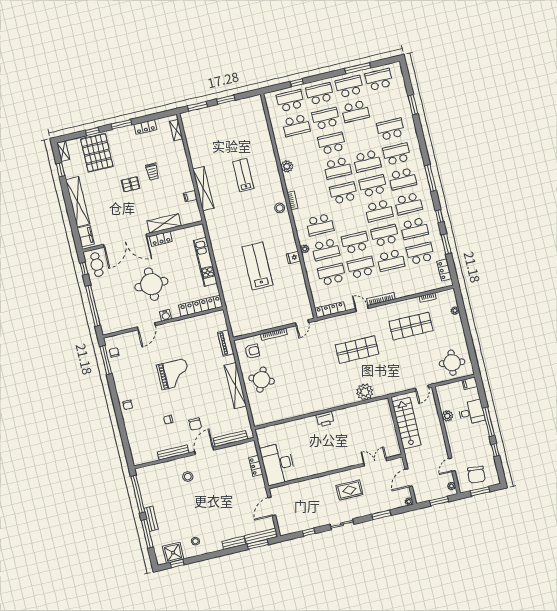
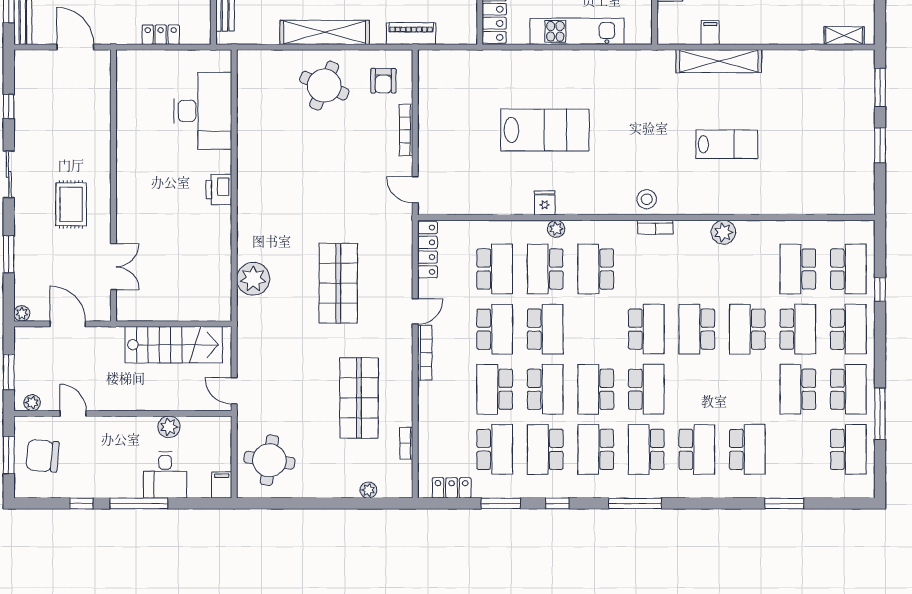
school desk: (332, 143) -> (747, 329), turned 180
school desk: (367, 161) -> (697, 389), removed
desk: (278, 464) -> (203, 111), moved, turned 90

